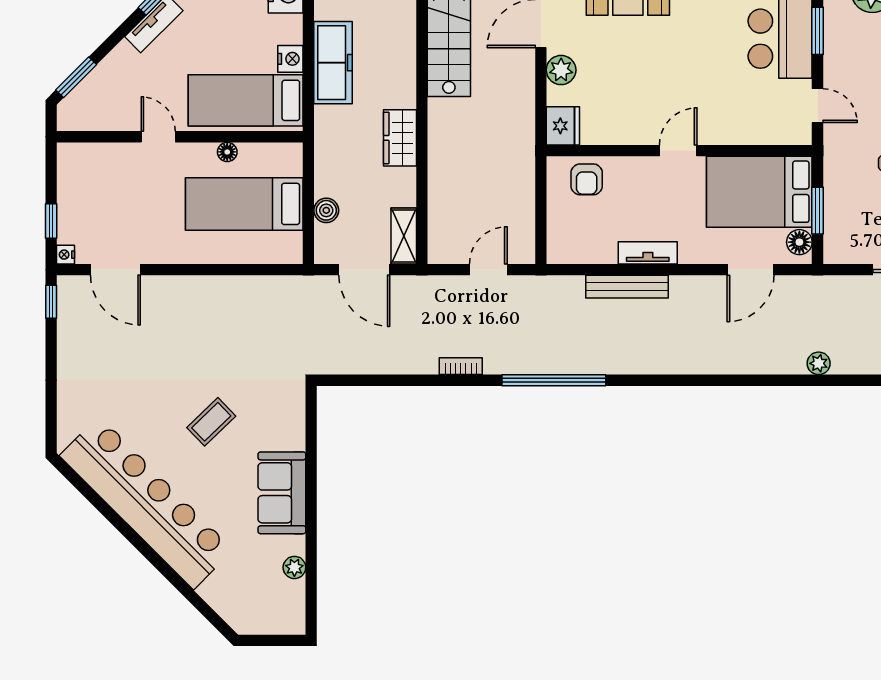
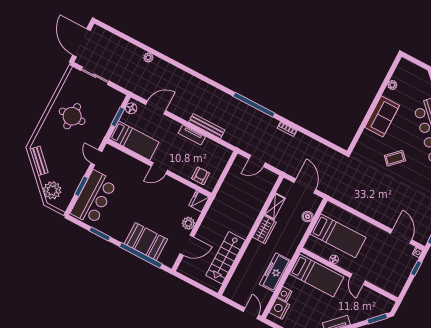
nightstand: (290, 59) -> (285, 294), moved
bed: (759, 192) -> (134, 141), width x0.67
shelving: (404, 236) -> (275, 206), moved

